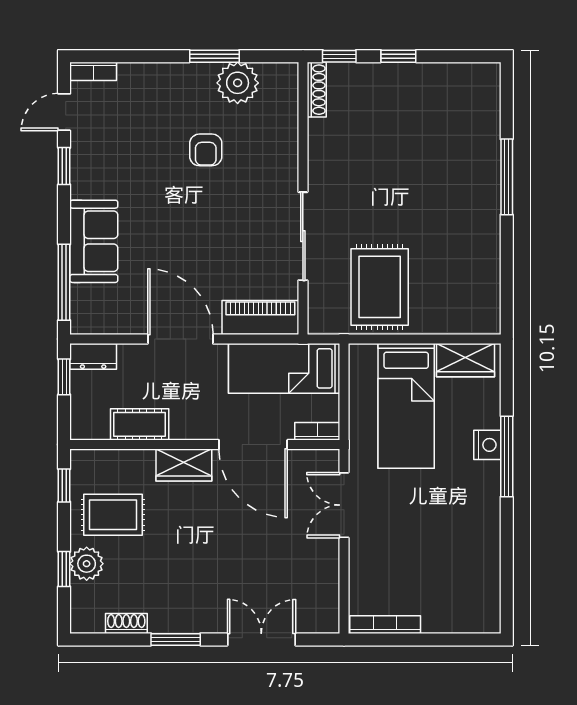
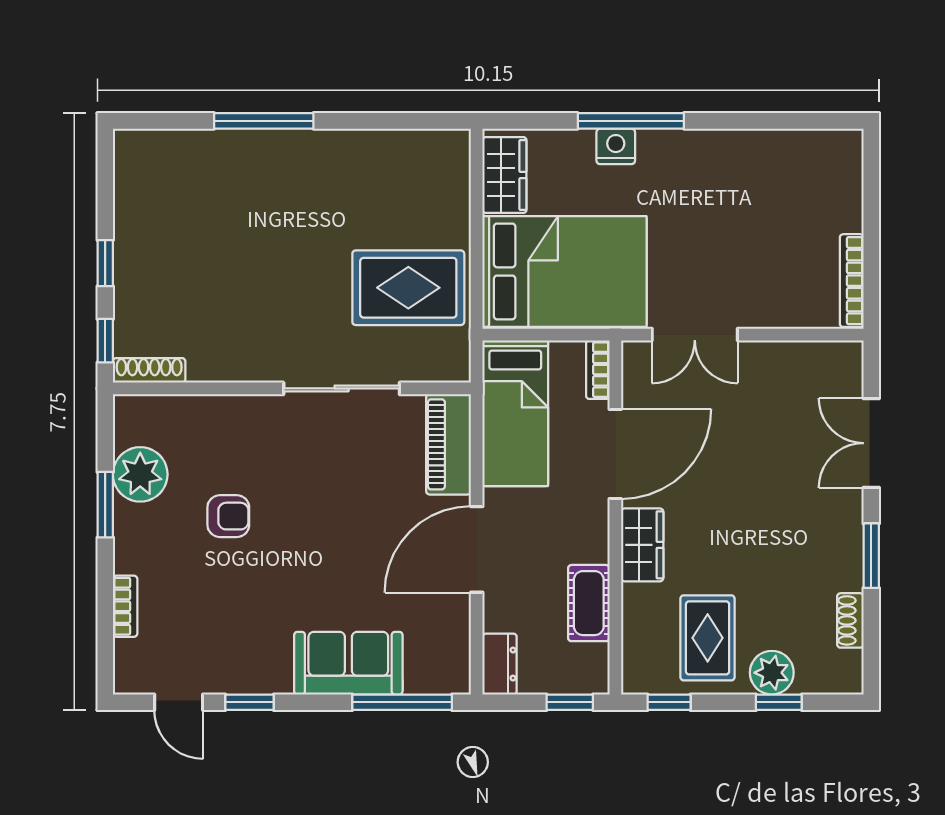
bookcase: (93, 71) -> (125, 606), moved
window: (64, 377) -> (570, 702), moved
bed: (406, 406) -> (565, 271), width x1.50

